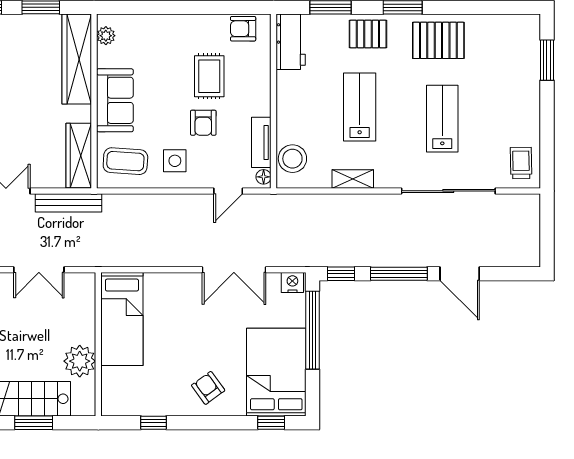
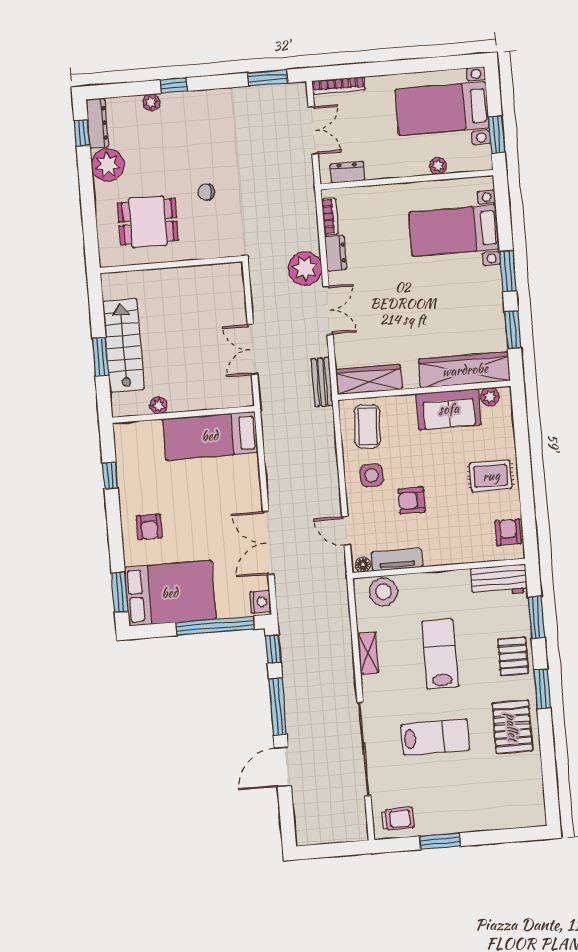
window: (547, 60) -> (440, 841), moved
rug: (209, 76) -> (491, 476), moved
sofa: (115, 100) -> (449, 409), moved
lab bench: (360, 107) -> (440, 654), turned -90
bench: (69, 203) -> (322, 382), width x0.73
plant: (80, 361) -> (158, 405), width x0.53, depth x0.53
armchair: (208, 388) -> (149, 527), turned 126
window: (271, 423) -> (120, 592), width x1.50

